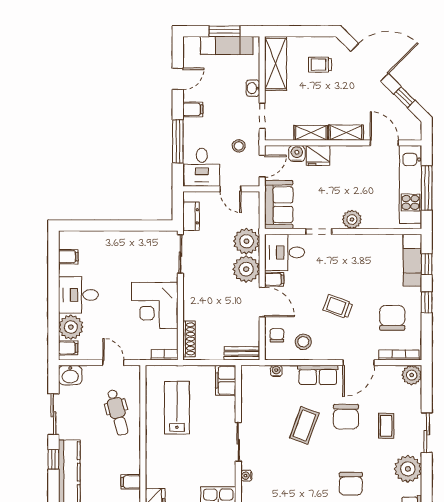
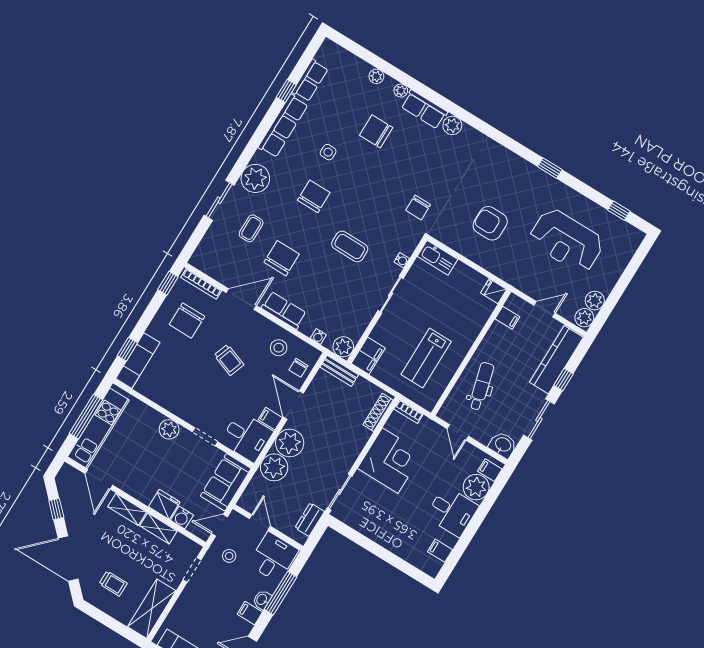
washbasin: (253, 88) -> (262, 600), moved, turned 180
window: (427, 302) -> (168, 283), moved
plant: (412, 375) -> (343, 347), moved
coffee table: (304, 426) -> (350, 246), moved, turned 70

